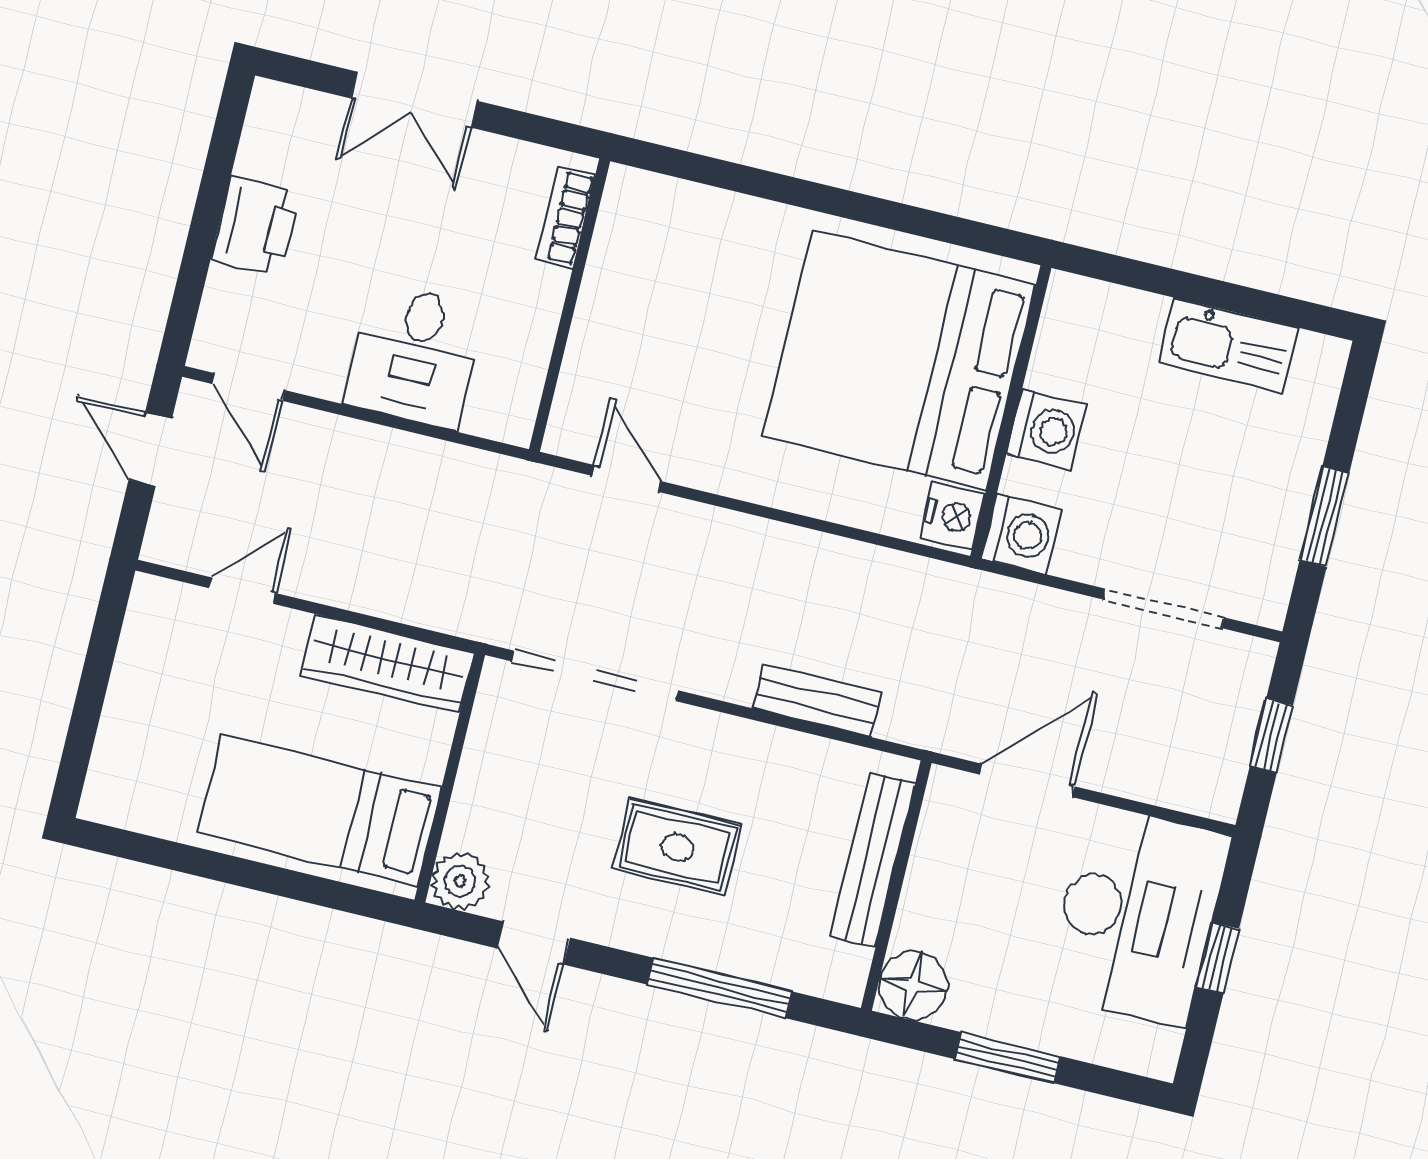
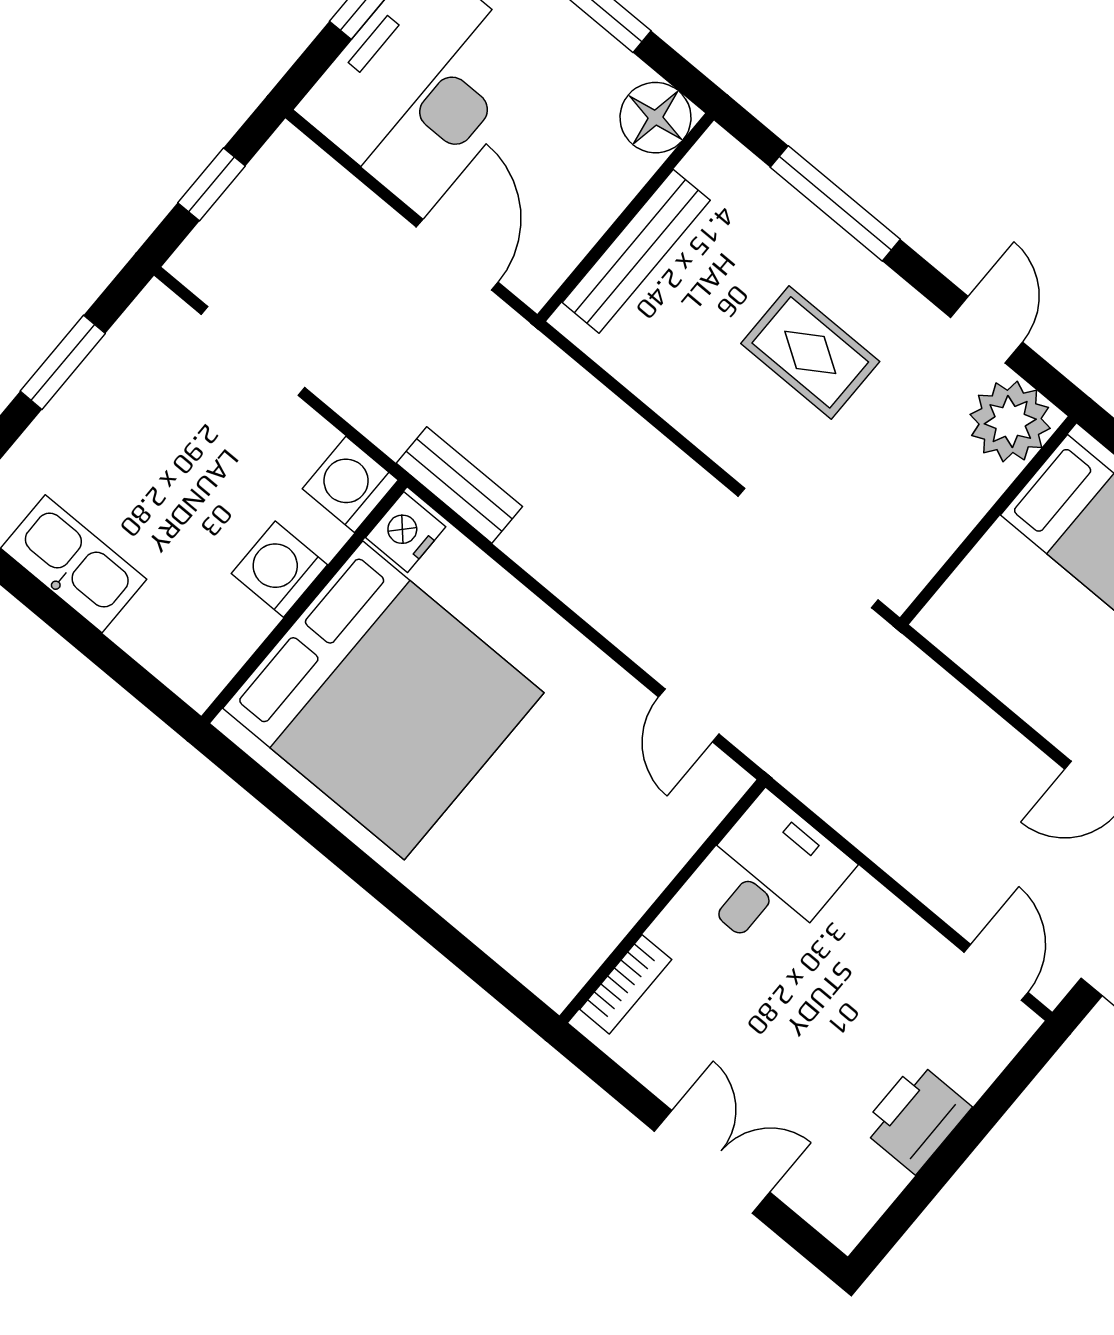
desk: (415, 356) -> (770, 876), moved
wardrobe: (387, 664) -> (994, 654), removed
bench: (817, 700) -> (459, 485), moved
door: (1027, 780) -> (457, 255), swing flipped
plant: (460, 881) -> (1010, 421), width x1.36, depth x1.36

